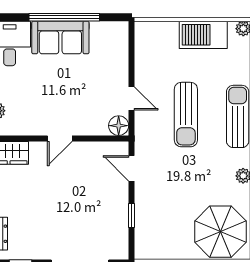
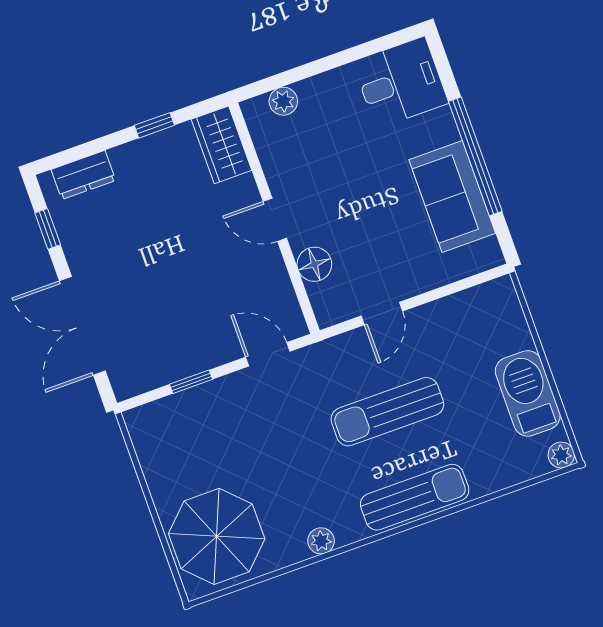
sofa: (60, 37) -> (452, 197), moved
floor lamp: (119, 126) -> (314, 264), moved
door: (131, 168) -> (268, 354), hinge flipped

